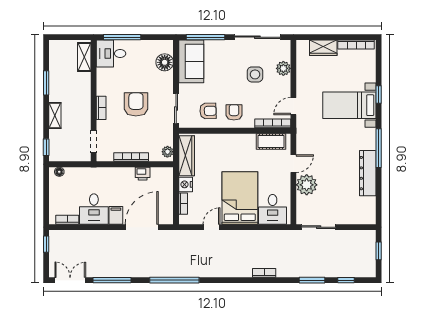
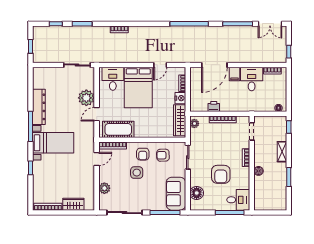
shelving: (84, 57) -> (259, 197), removed
side table: (255, 74) -> (137, 173), moved
boiler: (85, 91) -> (259, 171), added
armchair: (136, 104) -> (221, 174), moved
bed with nightstands: (349, 105) -> (53, 143), moved
cot: (271, 141) -> (118, 129), width x1.37, depth x1.34

